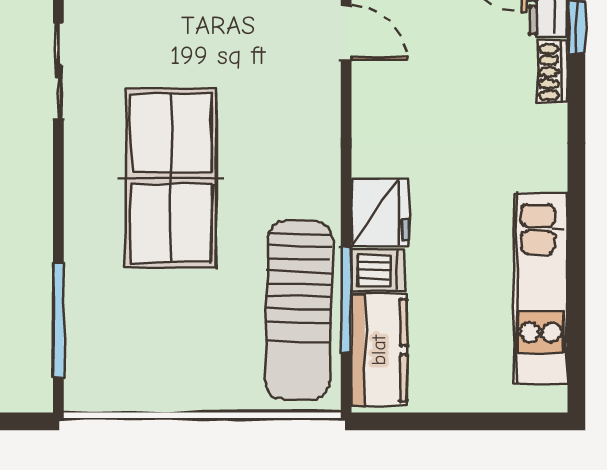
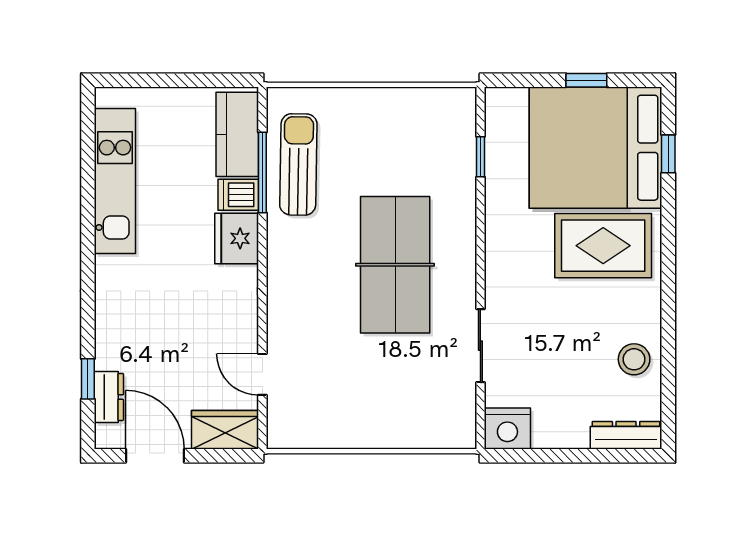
shoe rack: (552, 72) -> (106, 345), removed
sun lounger: (299, 310) -> (298, 164), width x0.73, depth x0.75
window: (58, 320) -> (480, 157), width x0.46

